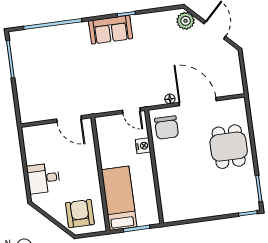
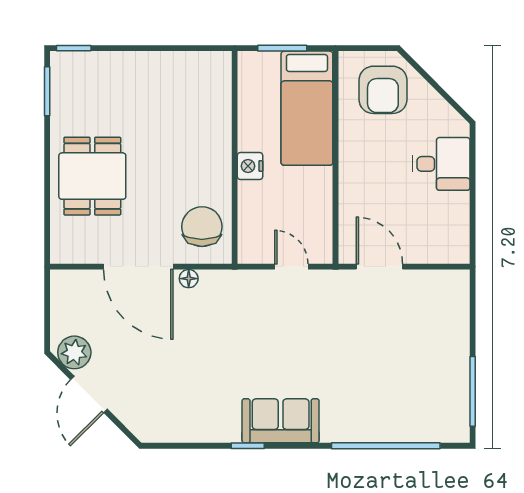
plant: (186, 21) -> (74, 352), moved
door: (131, 111) -> (291, 267), moved
nightstand: (143, 146) -> (250, 166), moved

